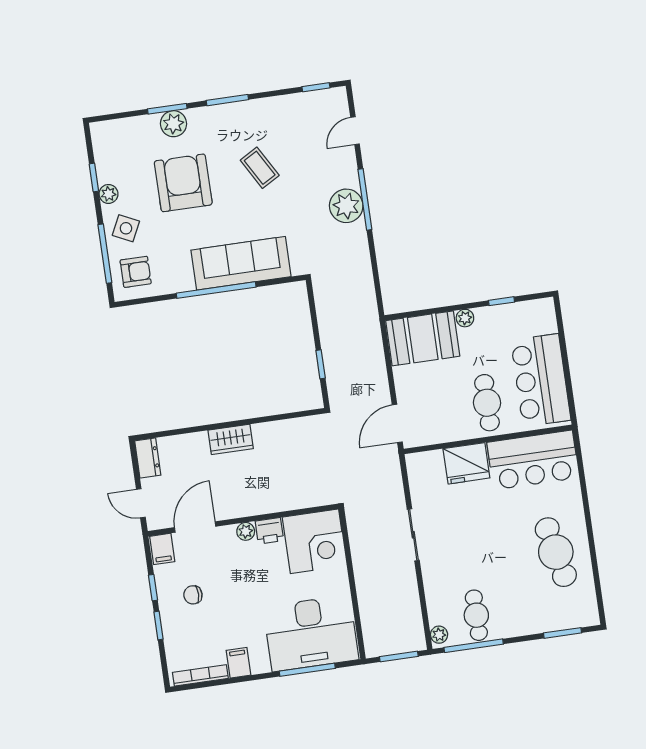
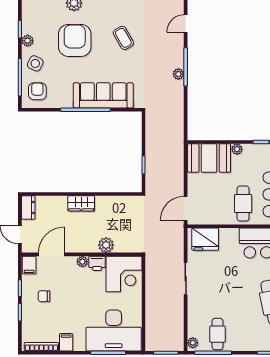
plant: (346, 206) -> (178, 74), width x0.53, depth x0.53
armchair: (136, 272) -> (37, 91), turned -90
fridge: (466, 463) -> (205, 239), moved
plant: (280, 500) -> (106, 245), added

